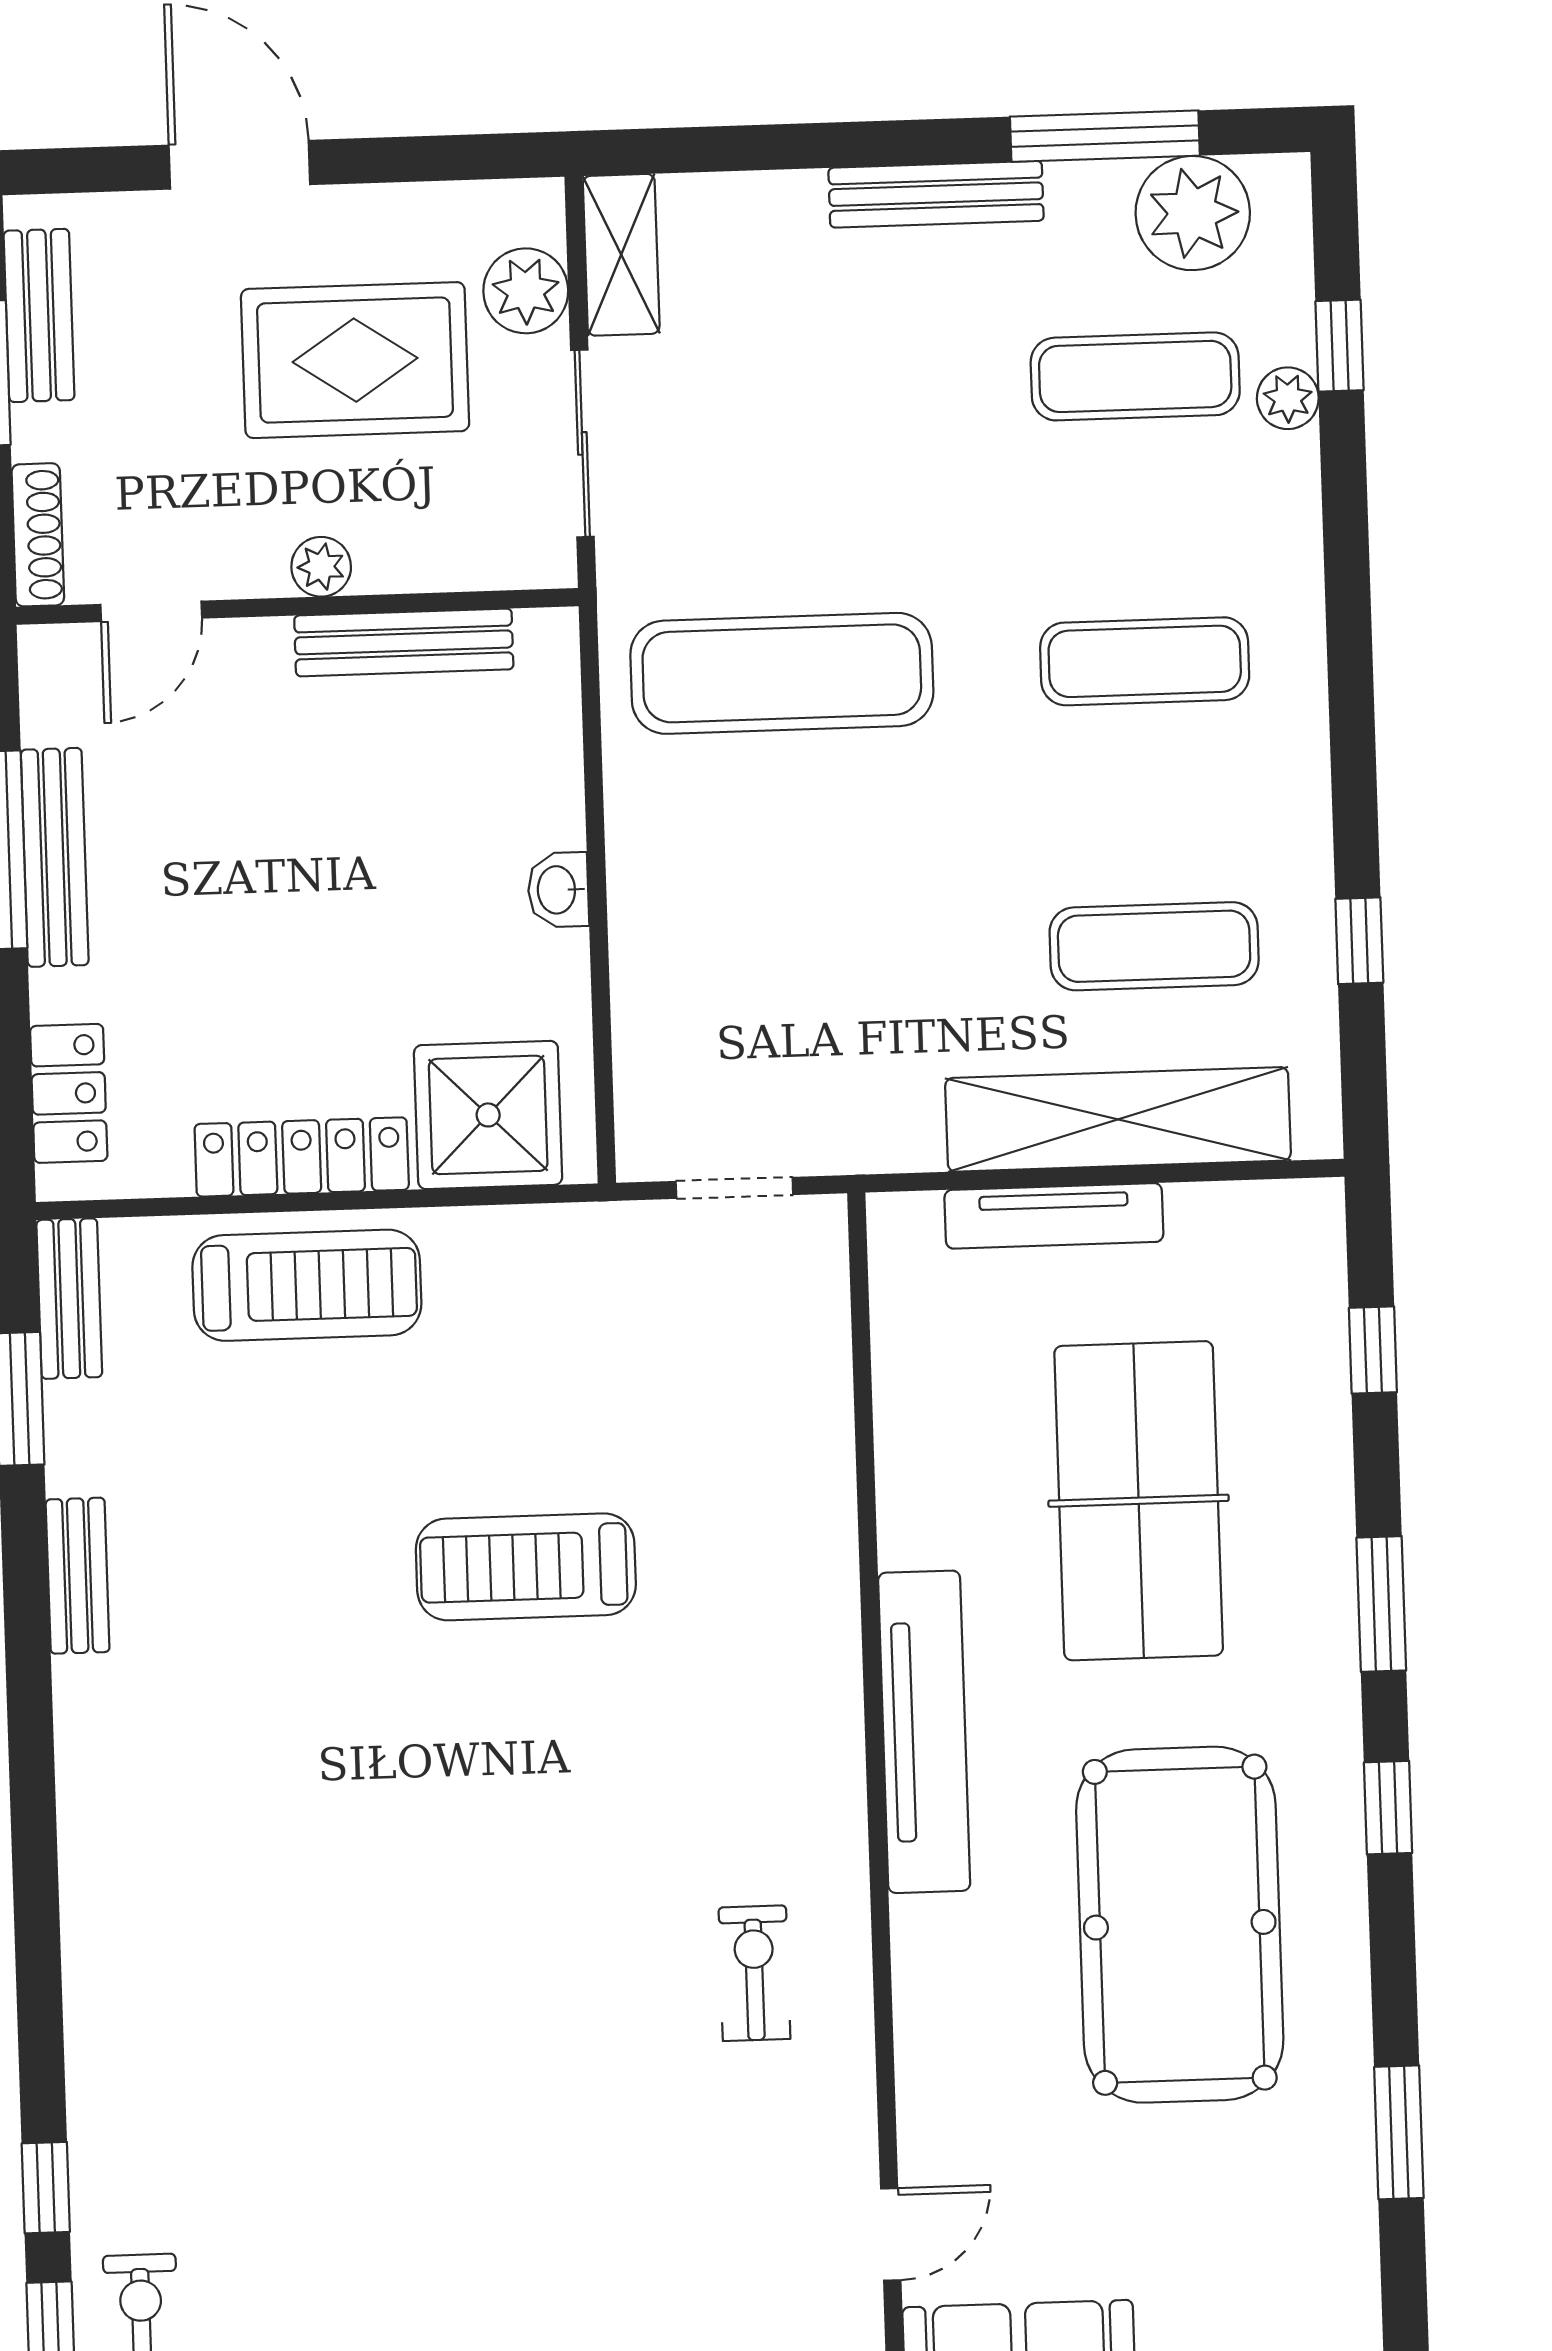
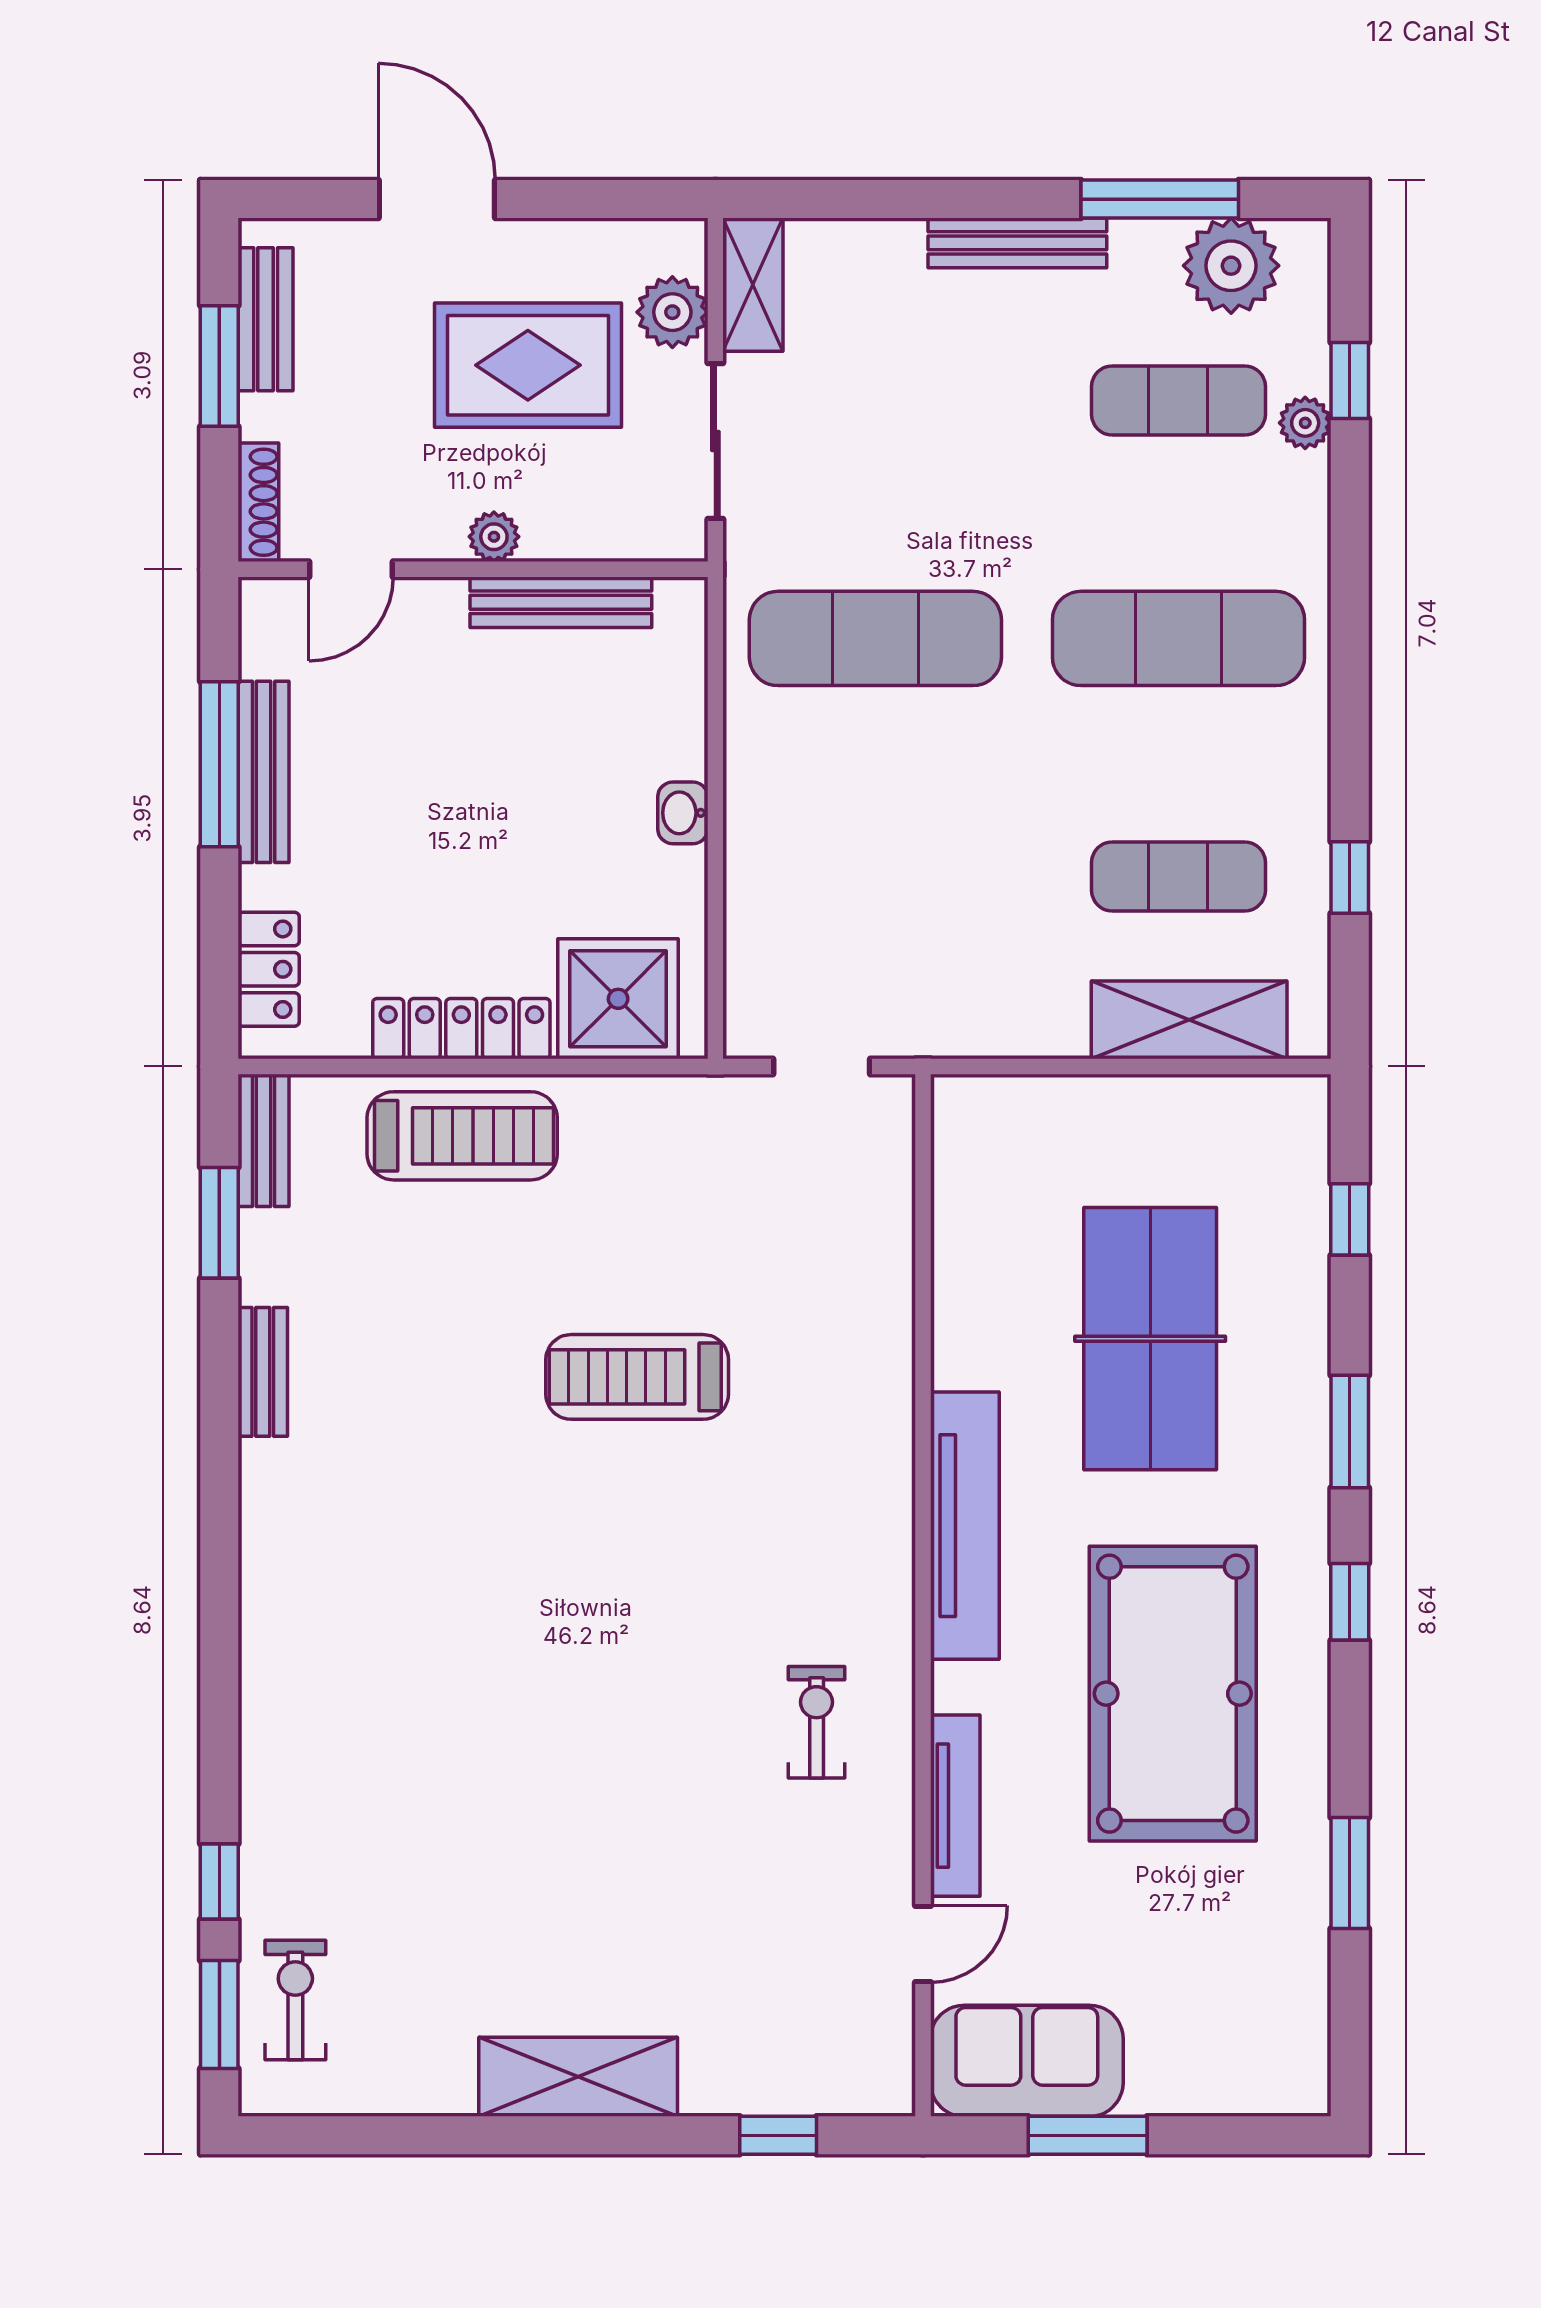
exercise mat: (1145, 661) -> (1178, 638), width x1.36, depth x1.45
shelving: (1118, 1119) -> (1189, 1020), width x0.68
tv unit: (1054, 1216) -> (955, 1806), moved, turned -90

